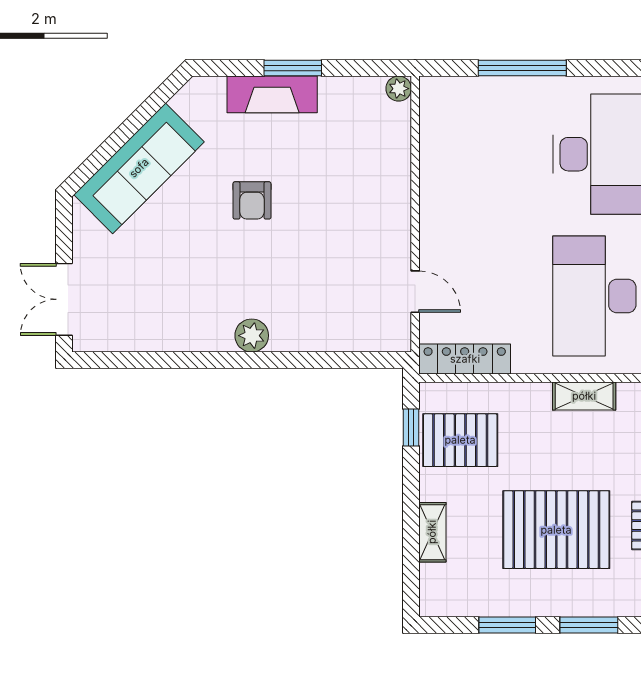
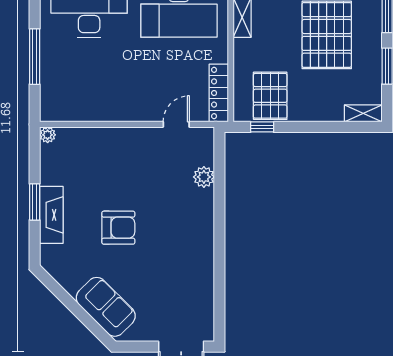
sofa: (139, 168) -> (106, 307), width x0.73
armchair: (252, 200) -> (118, 228), width x1.38, depth x1.38
plant: (252, 336) -> (204, 177), moved
shelving: (432, 532) -> (363, 113), moved

